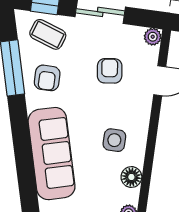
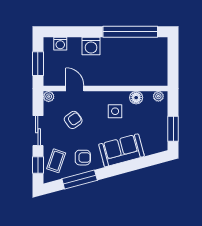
armchair: (110, 71) -> (73, 120), turned 151
sofa: (52, 154) -> (121, 150), width x0.73

